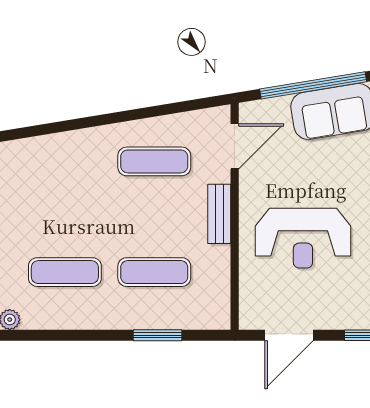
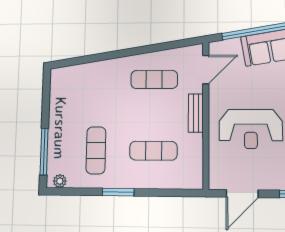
exercise mat: (65, 272) -> (96, 150), turned 90
window: (158, 335) -> (118, 192), moved

